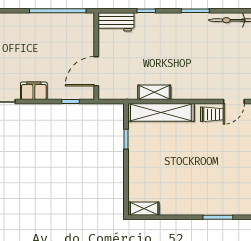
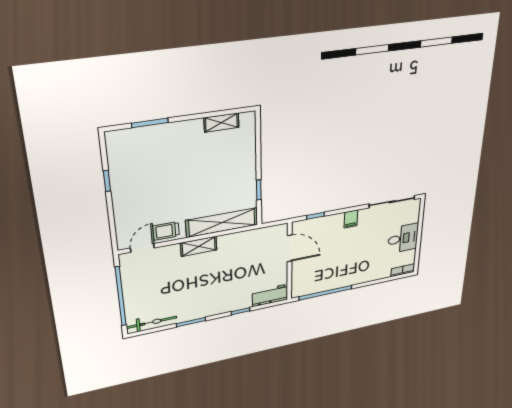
door: (96, 71) -> (290, 248), hinge flipped
filing cabinet: (34, 91) -> (351, 219), width x0.50
shelving: (154, 92) -> (199, 246), moved
shelving: (144, 209) -> (221, 123), moved

